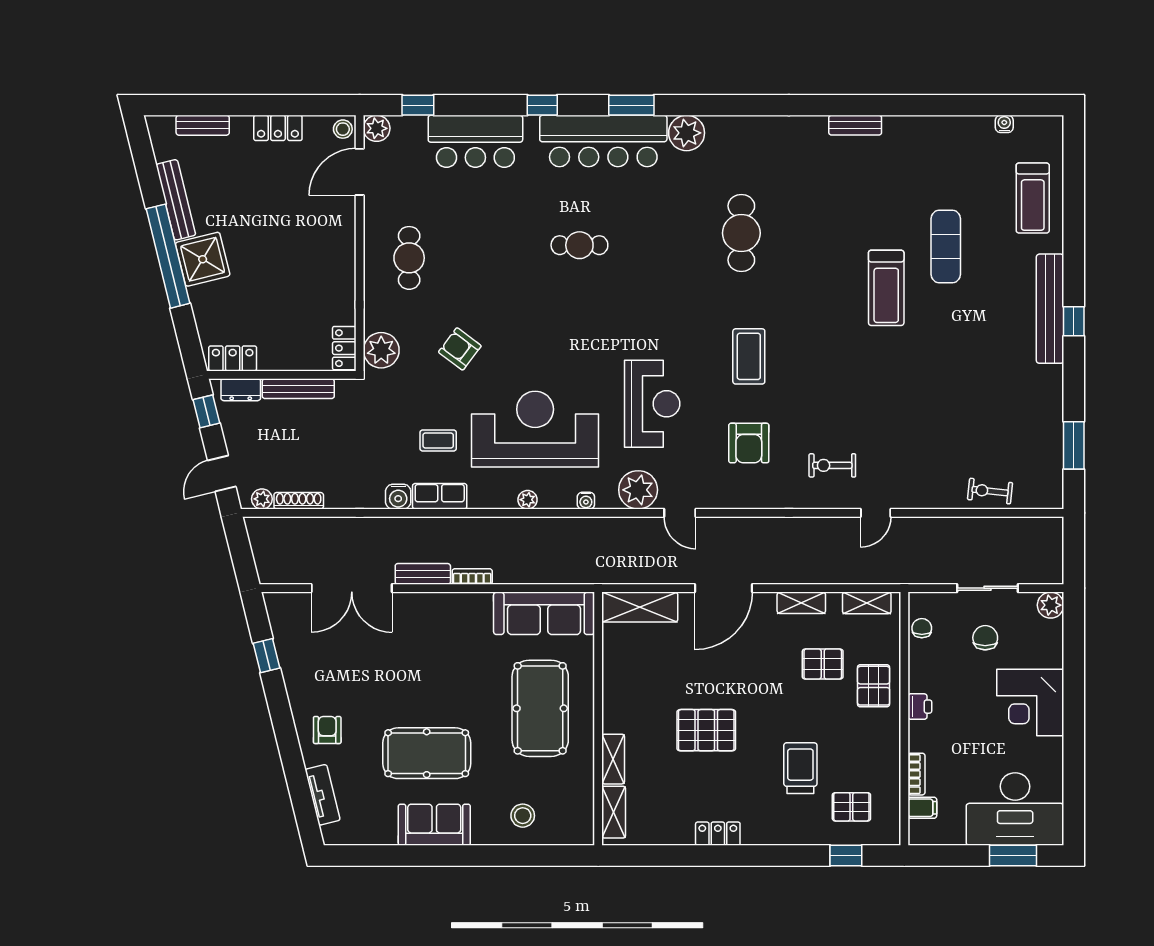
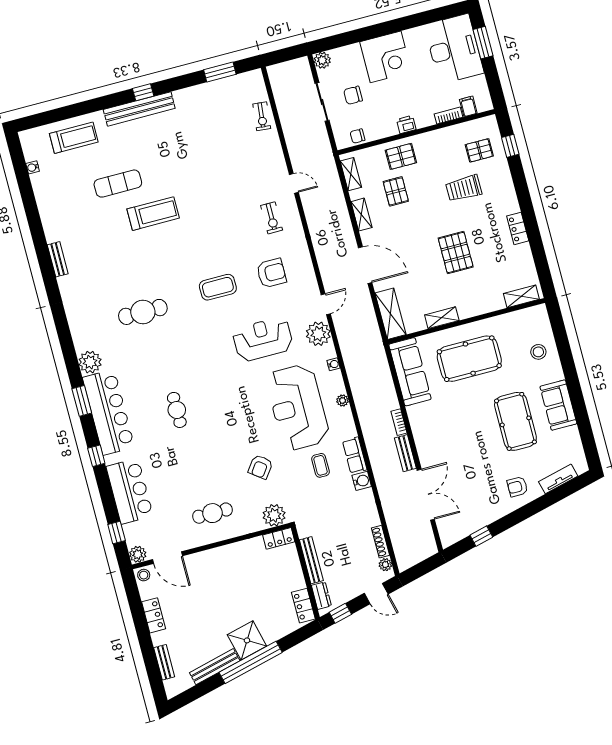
shelving: (613, 759) -> (442, 318), moved
pallet: (851, 807) -> (479, 150), turned 90

